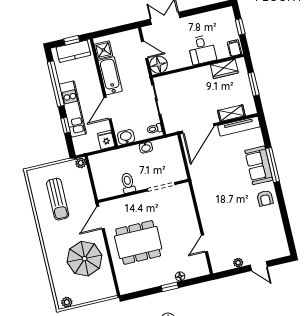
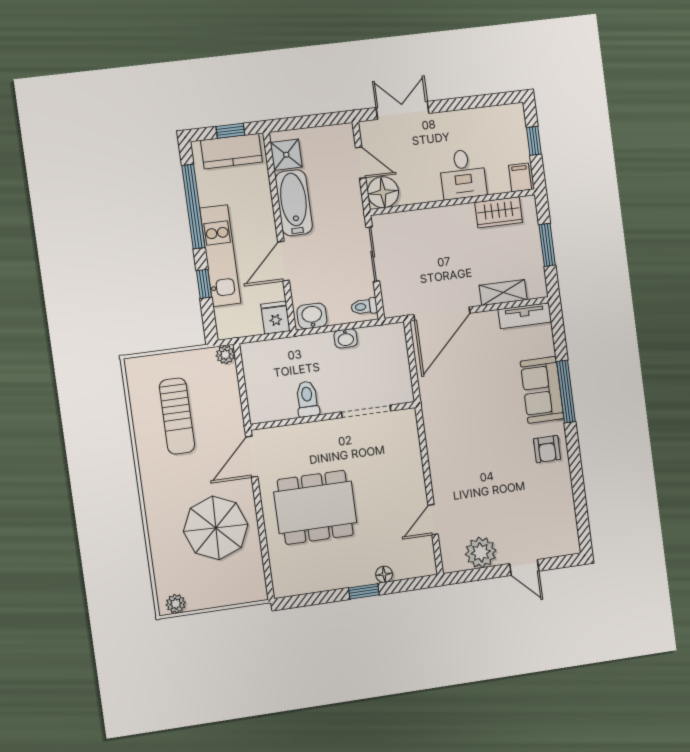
tv unit: (239, 126) -> (525, 316), width x0.71
plant: (238, 263) -> (481, 552), width x1.87, depth x1.87

